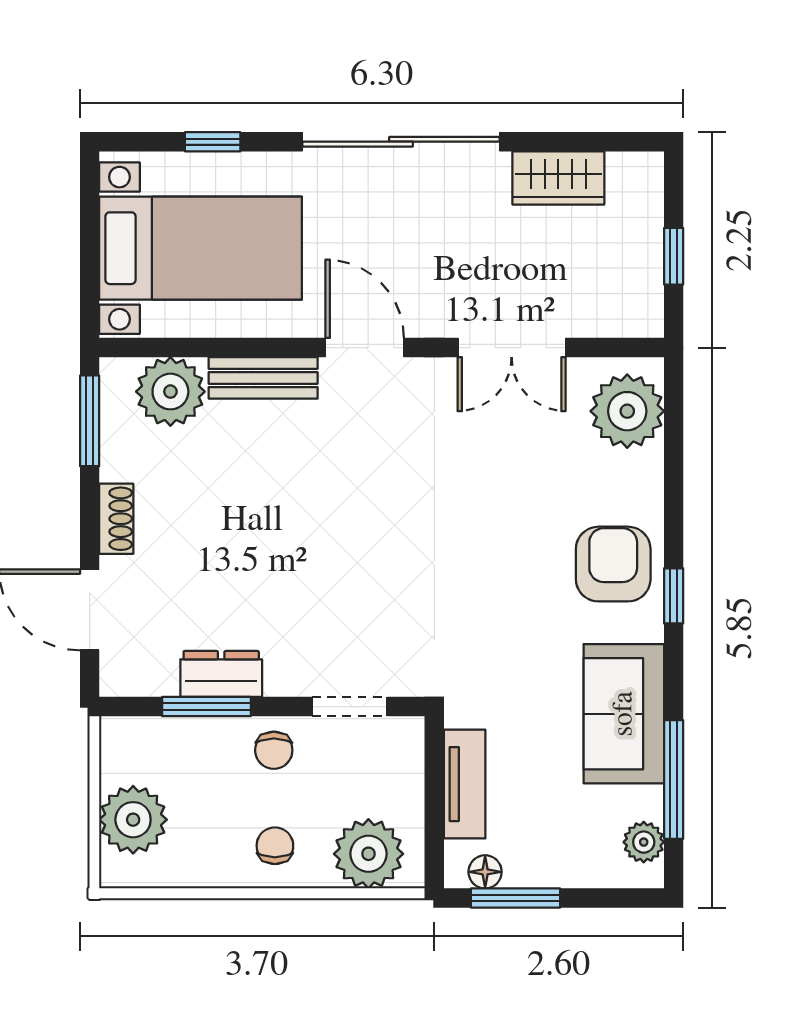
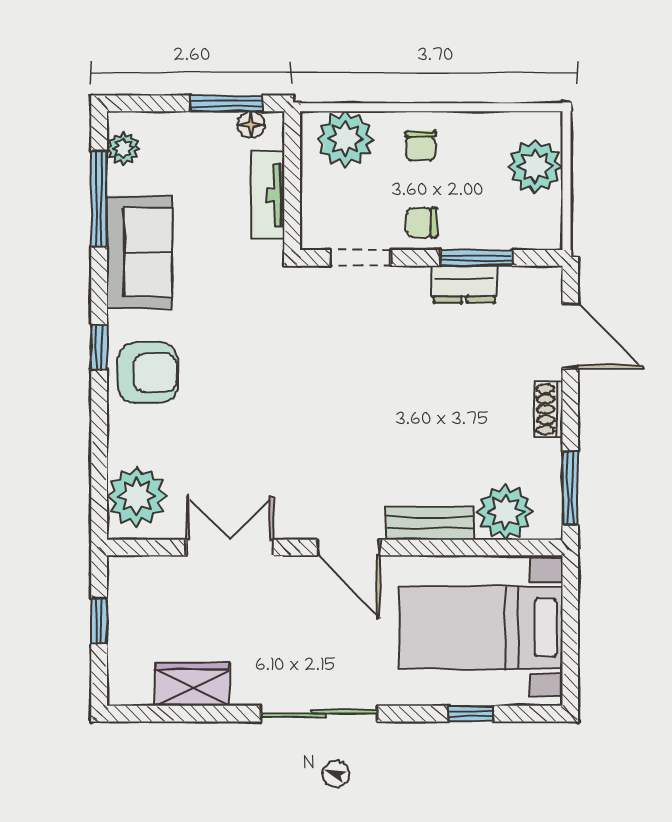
sliding door: (401, 142) -> (319, 714), width x0.73
armchair: (613, 564) -> (148, 373), turned -90
chair: (274, 750) -> (422, 223), turned -90

